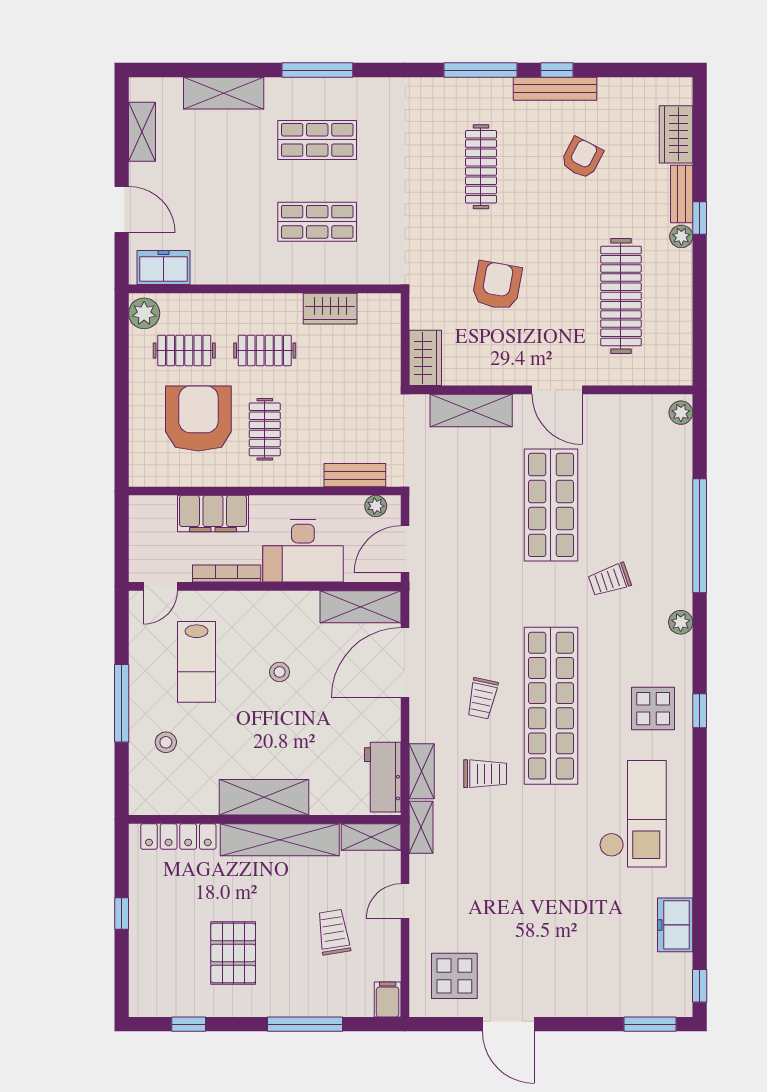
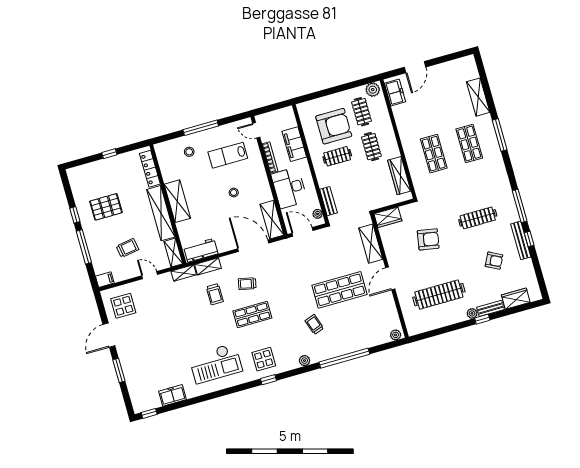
shelving: (142, 132) -> (451, 66), removed
wardrobe: (330, 309) -> (399, 176), width x1.50
shop shelf: (551, 706) -> (252, 314), width x0.50, depth x0.74
window: (189, 1024) -> (75, 215), moved
window: (650, 1024) -> (119, 370), moved

